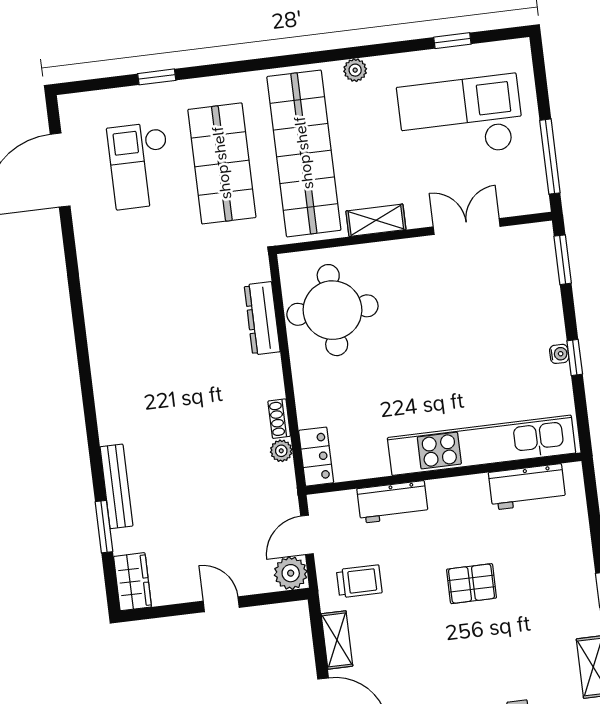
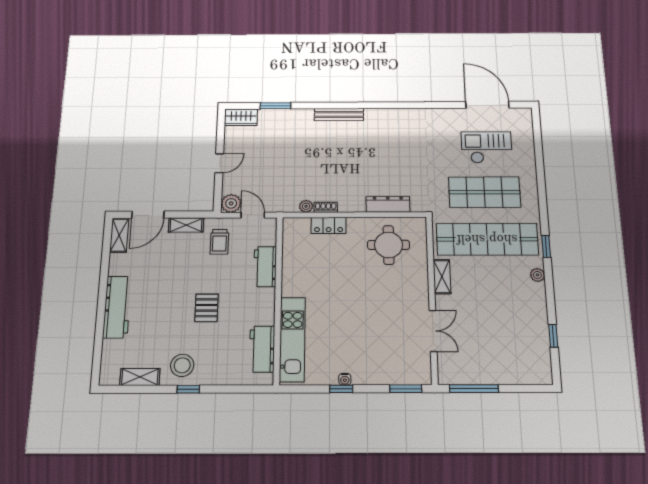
window: (157, 77) -> (546, 246), moved
checkout: (461, 117) -> (503, 335), removed
round table: (332, 310) -> (389, 245), width x0.73, depth x0.73
kitchen unit: (482, 445) -> (292, 339), width x0.73
locker: (316, 457) -> (329, 225), moved
bench: (116, 486) -> (339, 115), moved
stool: (568, 605) -> (182, 365), added

